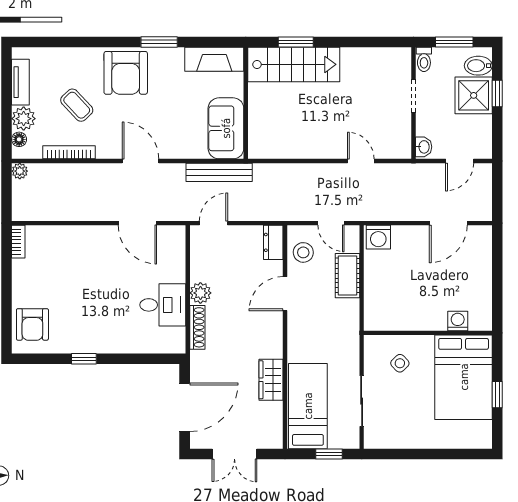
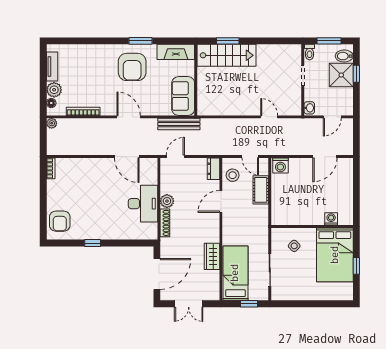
armchair: (126, 73) -> (132, 67), moved
coffee table: (77, 105) -> (88, 81), removed
desk: (163, 305) -> (143, 204), width x1.37

